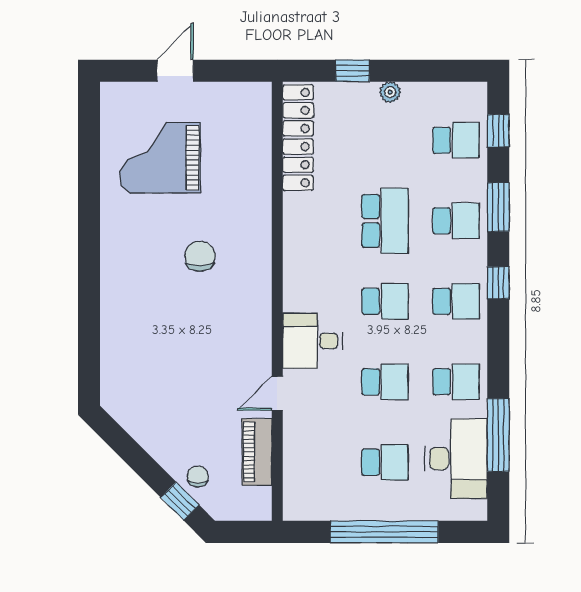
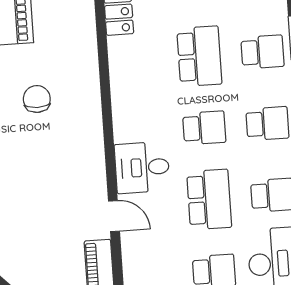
school desk: (385, 382) -> (209, 199), width x1.85
door: (277, 393) -> (114, 216), swing flipped

